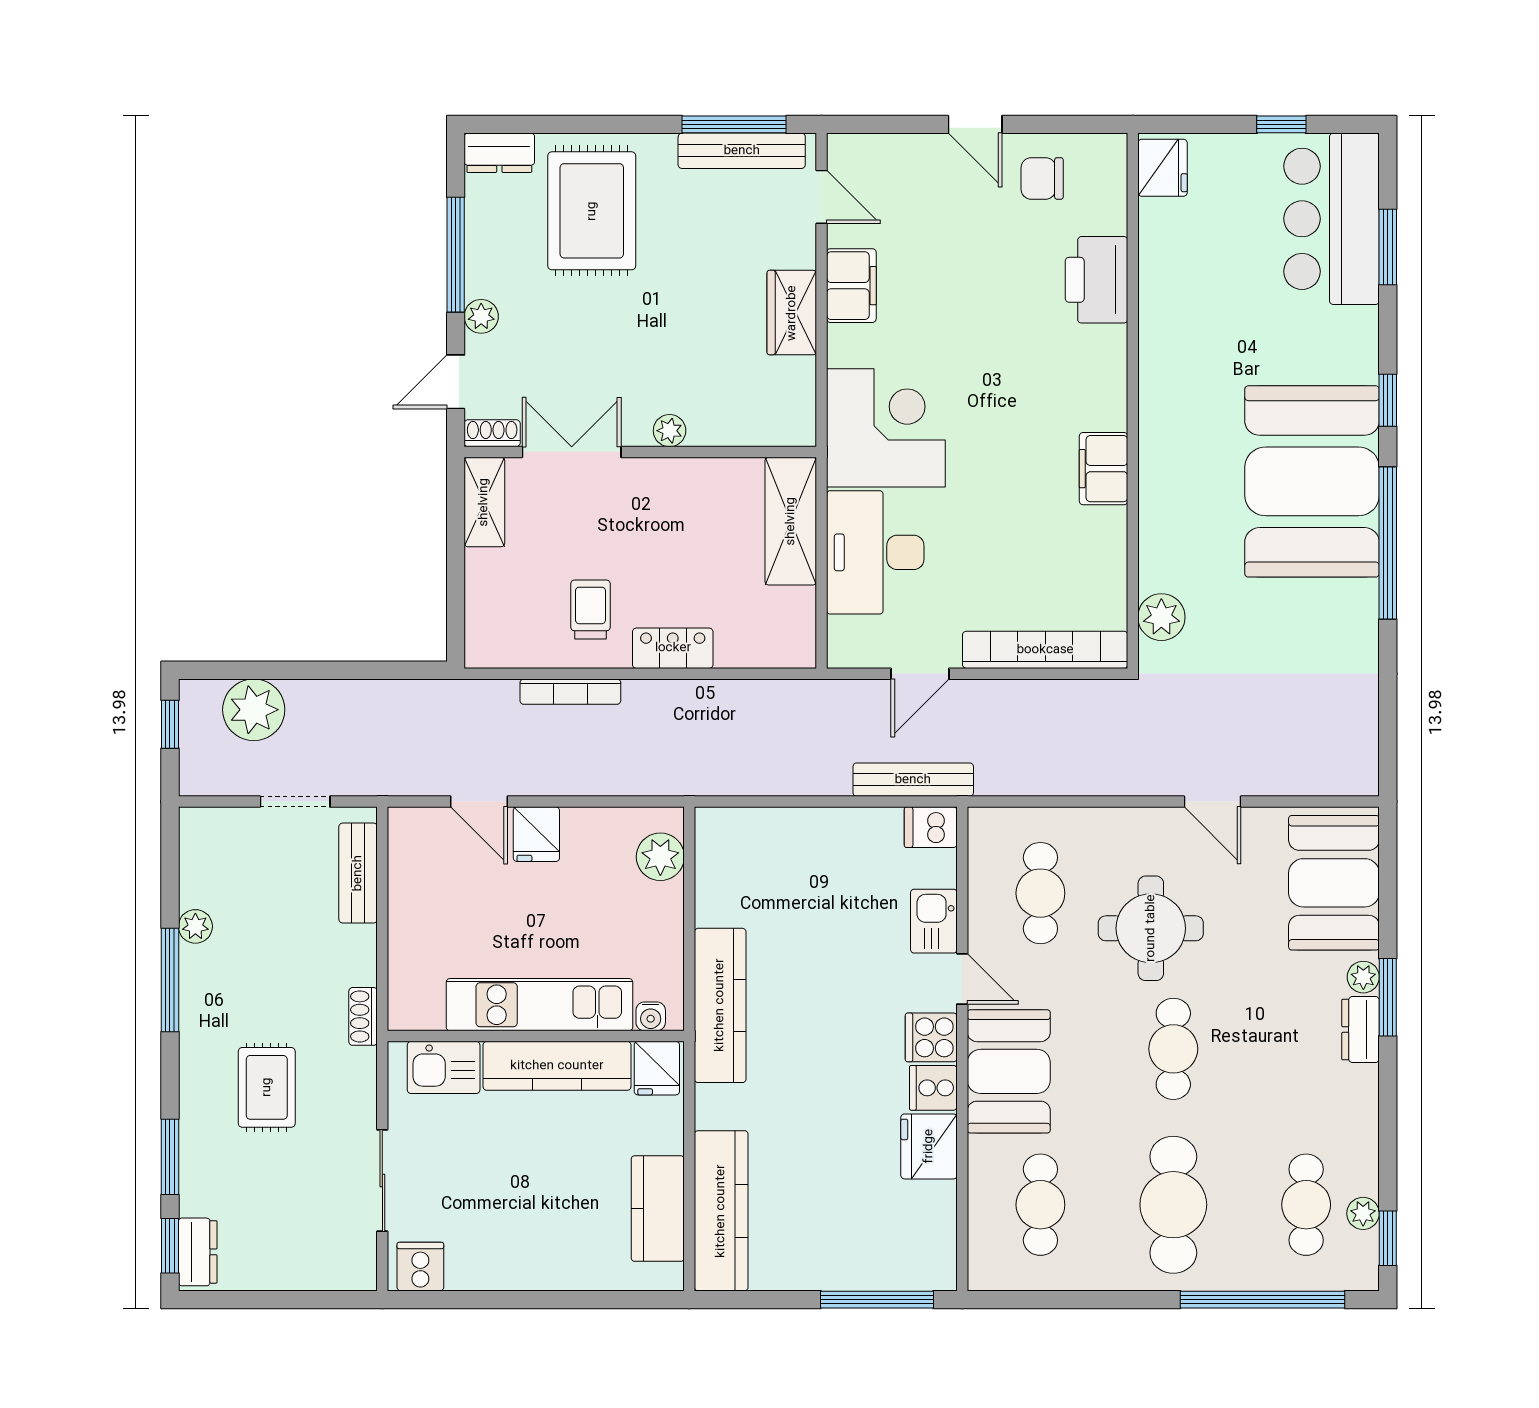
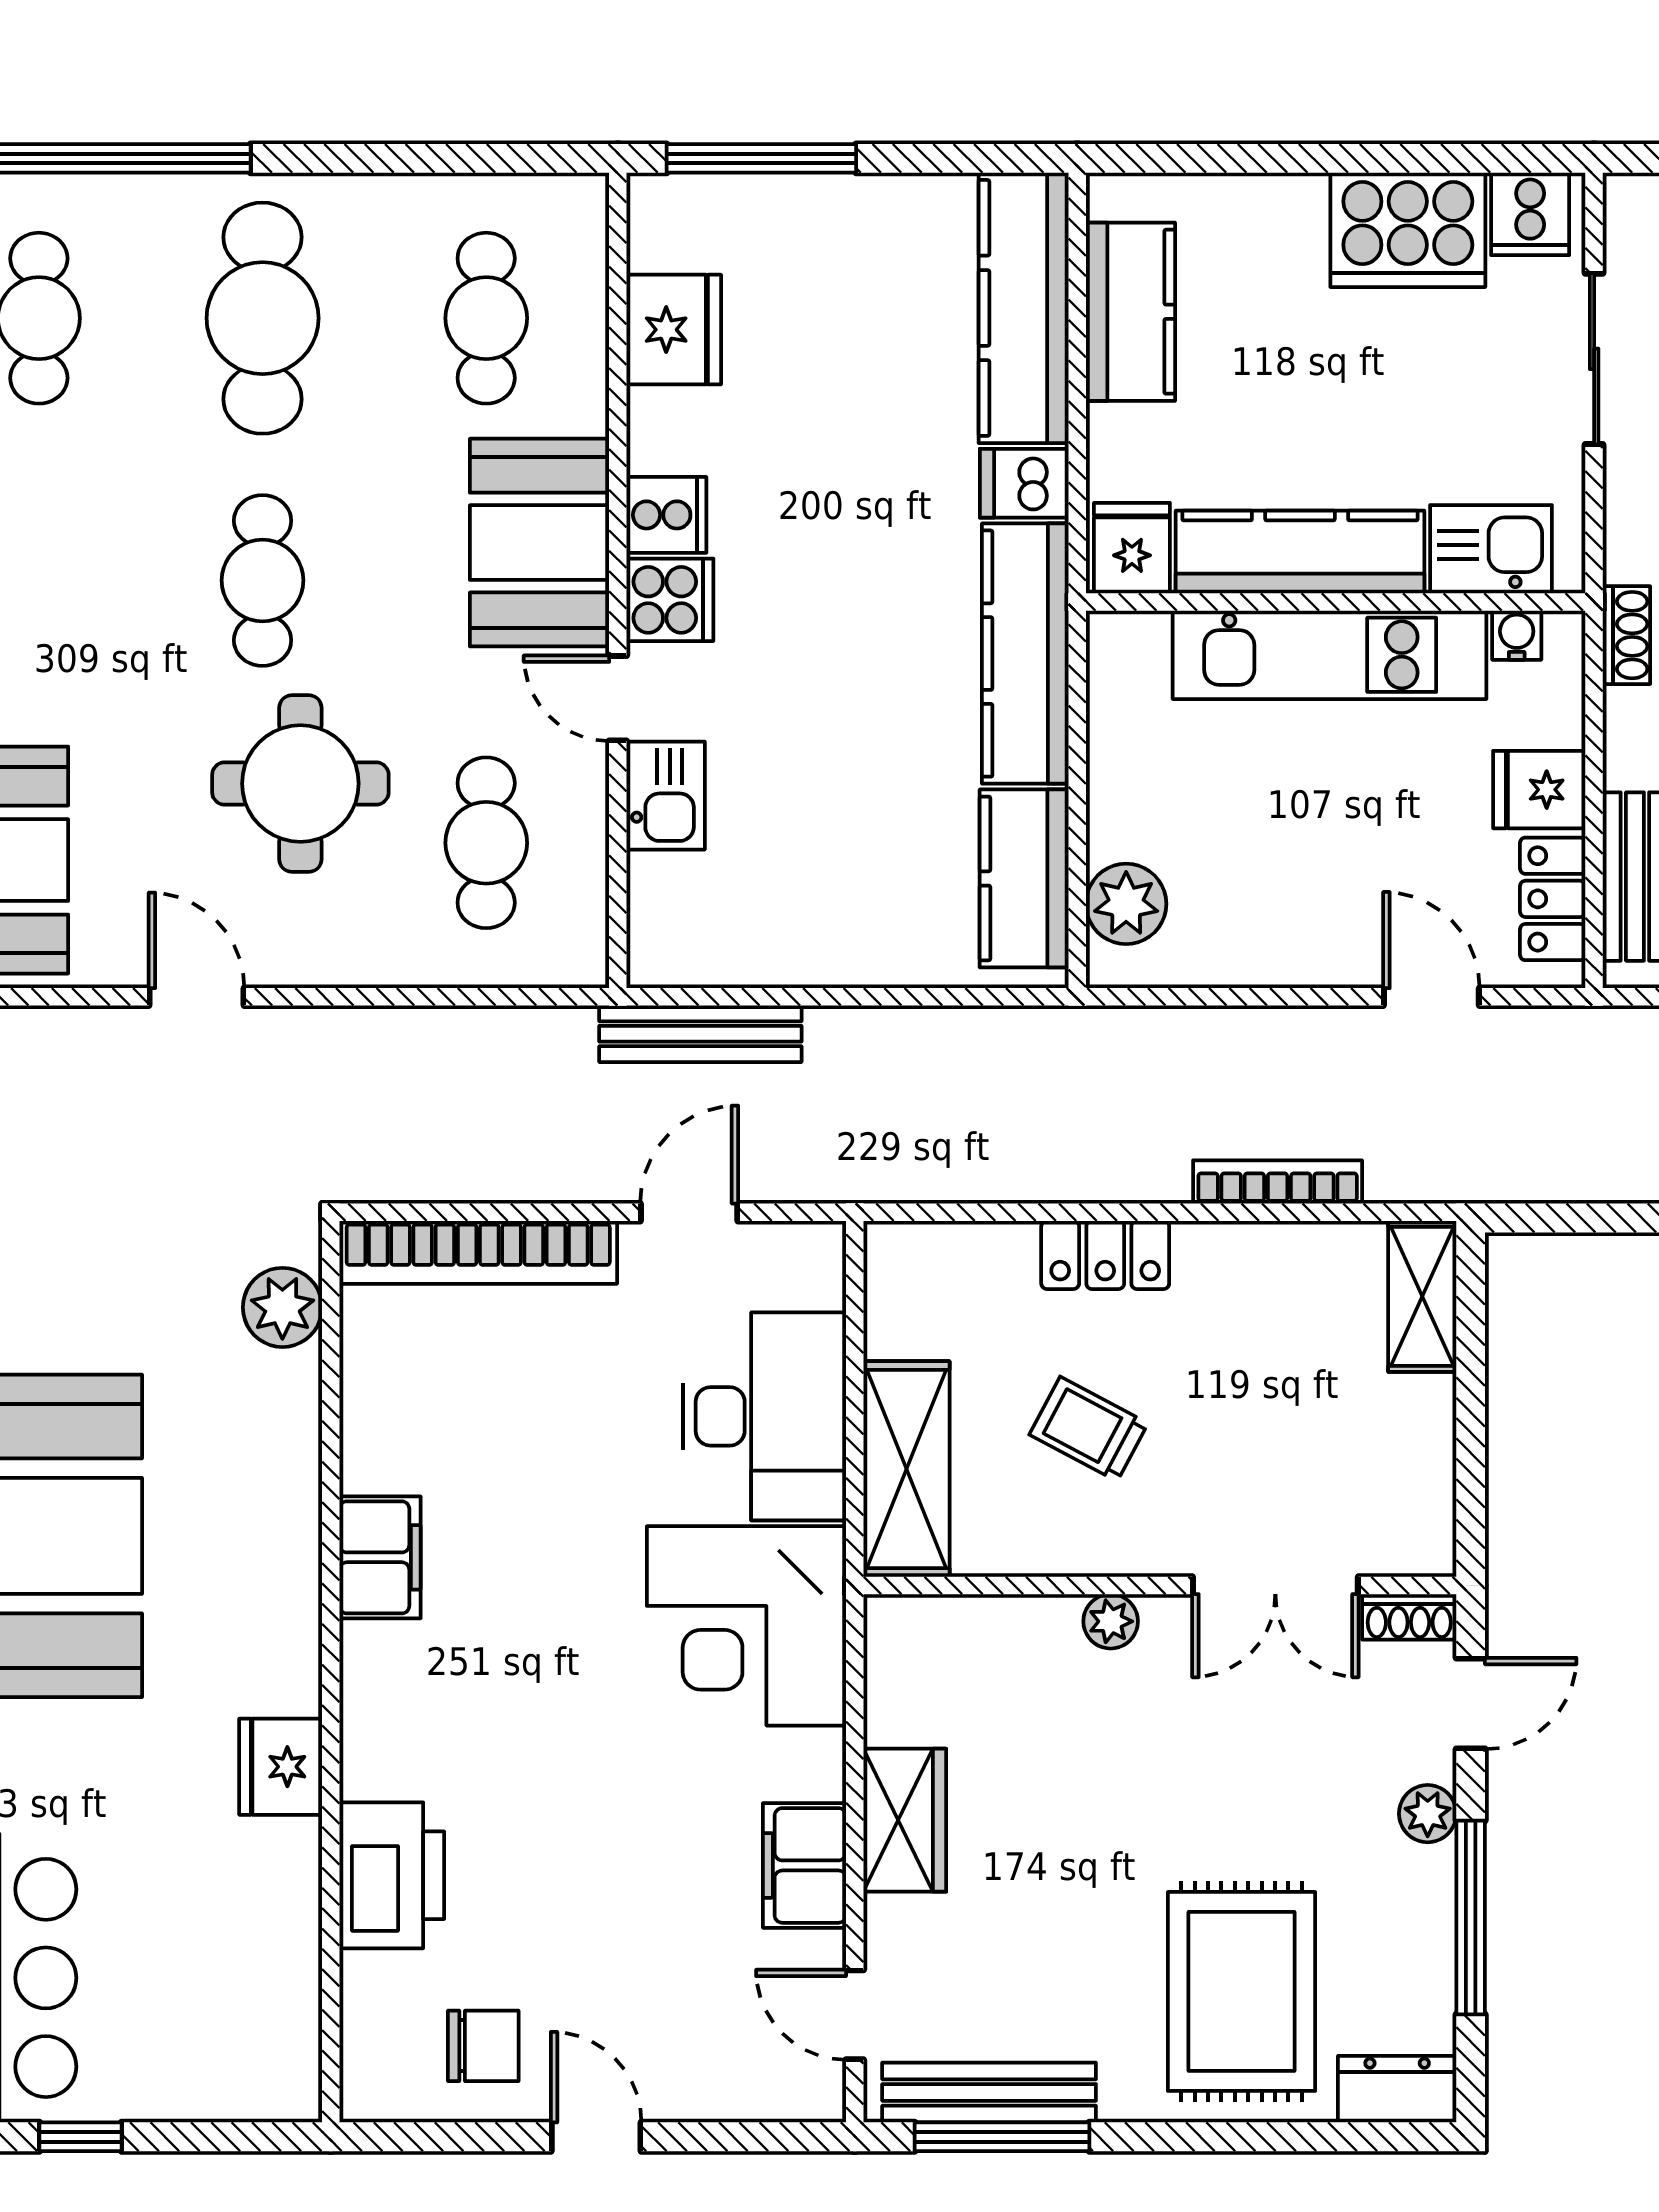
fridge: (1163, 168) -> (281, 1767), moved
shelving: (484, 502) -> (1422, 1296), moved
trolley: (590, 610) -> (1089, 1429), moved, turned 118
dishwasher: (931, 827) -> (1024, 483), moved, turned 180
fridge: (536, 834) -> (1539, 790), moved, turned -90
locker: (407, 860) -> (1553, 899), added
kitchen counter: (721, 872) -> (1024, 878), added
water cooler: (651, 1016) -> (1517, 635), moved
fridge: (929, 1146) -> (674, 330), moved
cooker: (493, 1257) -> (1408, 230), added

